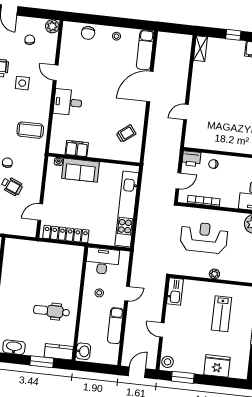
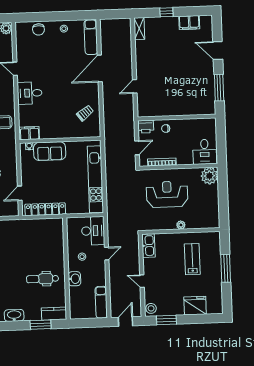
filing cabinet: (77, 149) -> (30, 133), moved
desk: (102, 261) -> (93, 231), moved, turned 90
lab bench: (222, 314) -> (192, 259), turned 180
exam couch: (115, 326) -> (101, 302), moved
washbasin: (83, 351) -> (74, 279), moved

